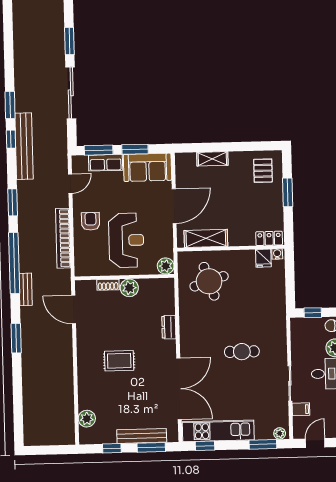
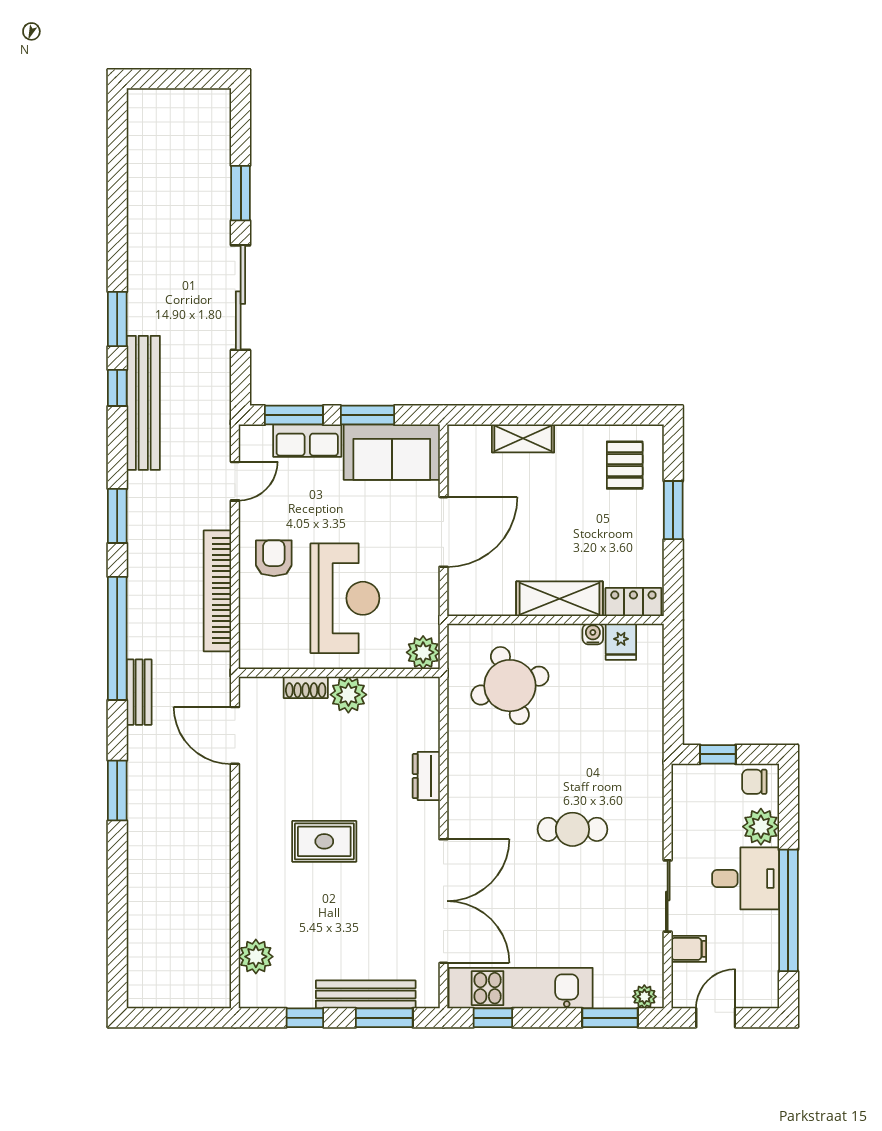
shelving: (206, 238) -> (559, 599), moved
water cooler: (277, 254) -> (593, 634), moved

